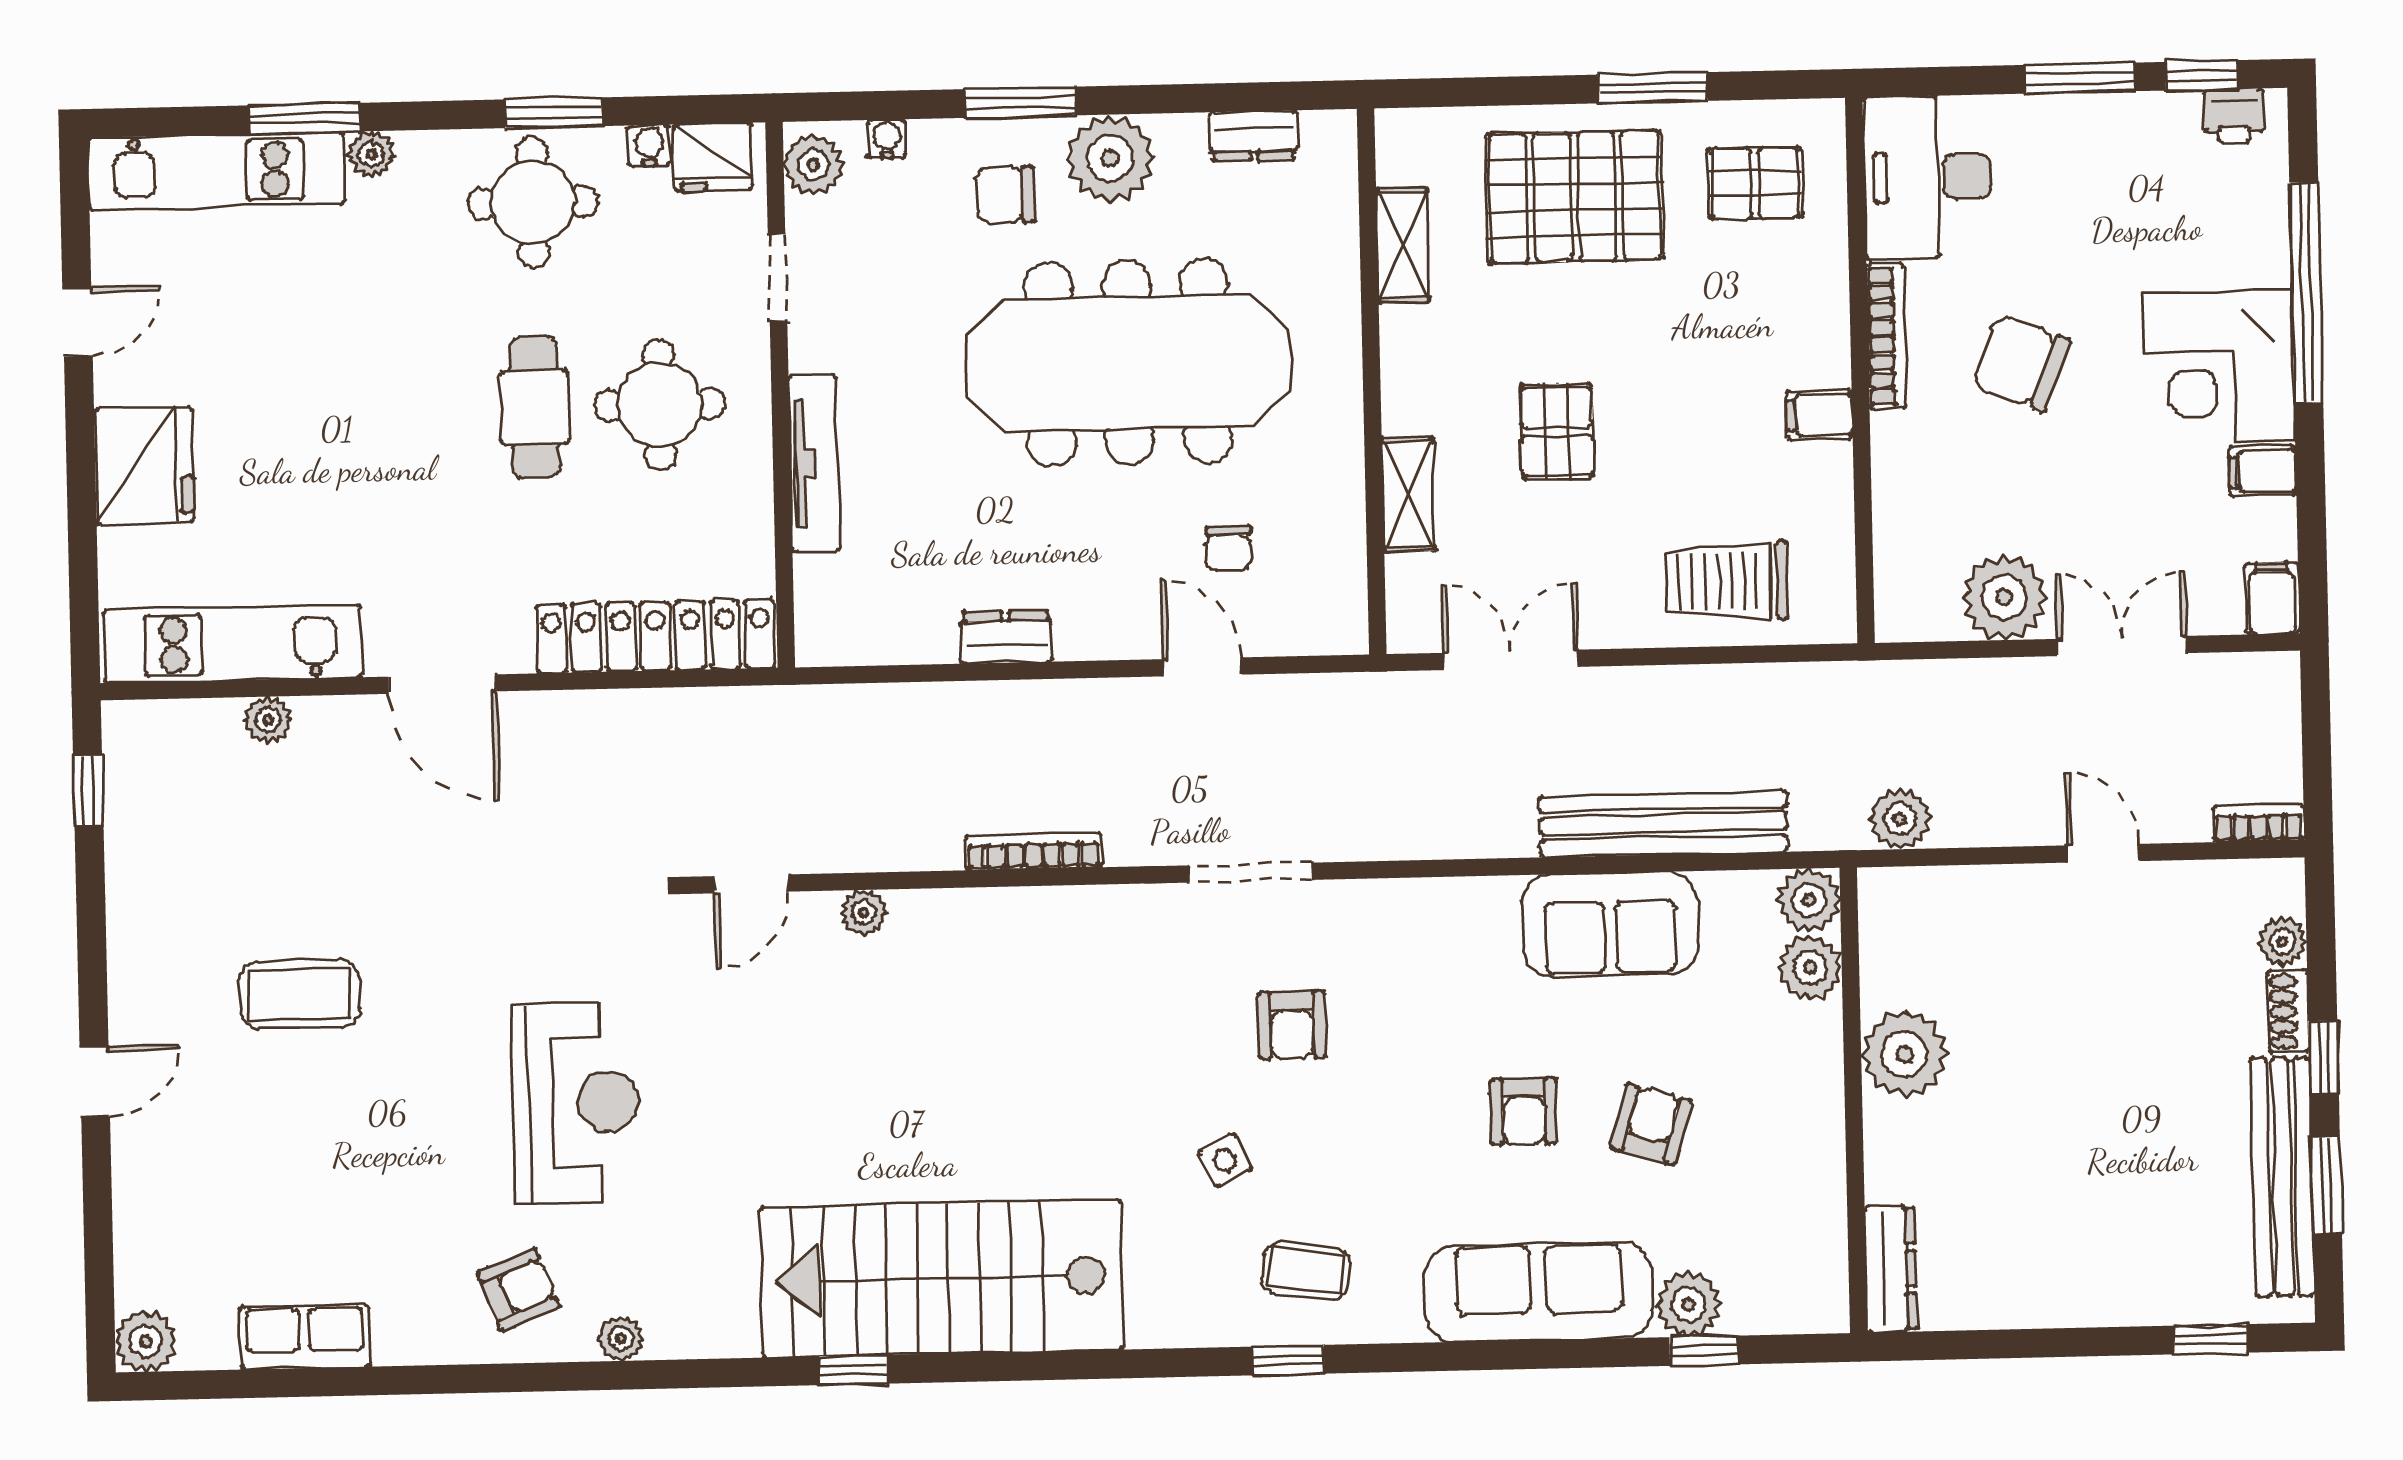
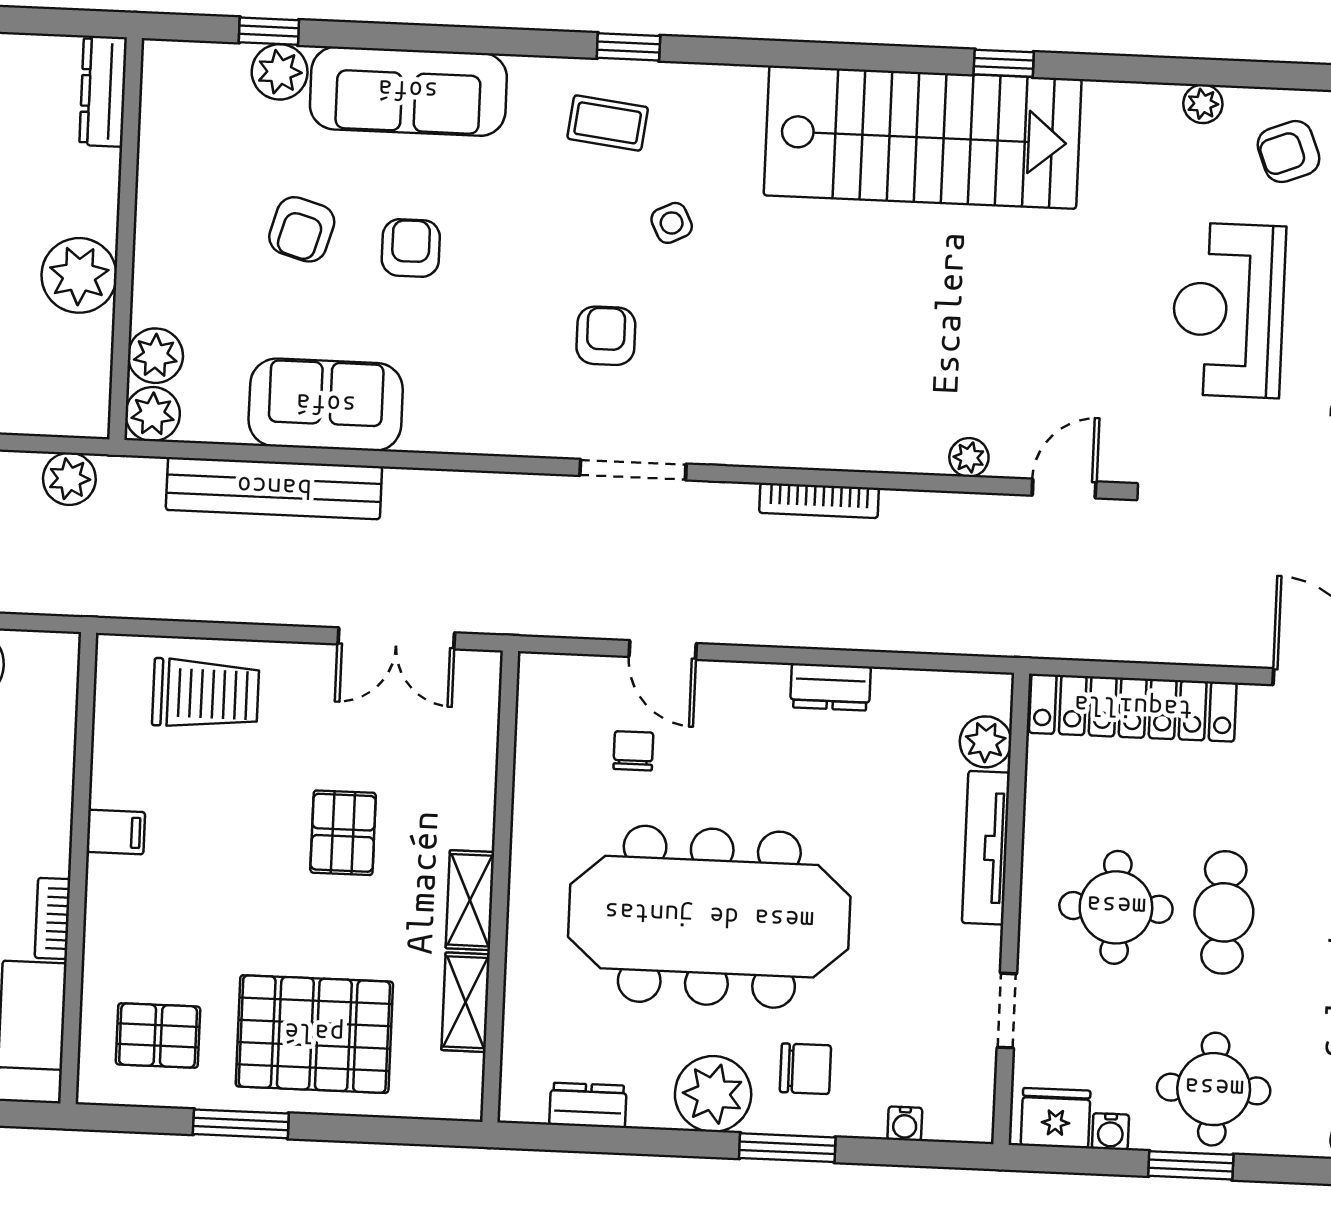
plant: (813, 165) -> (986, 742), moved
bookcase: (1886, 336) -> (53, 918), width x0.64
shelving: (1408, 494) -> (470, 900), moved

